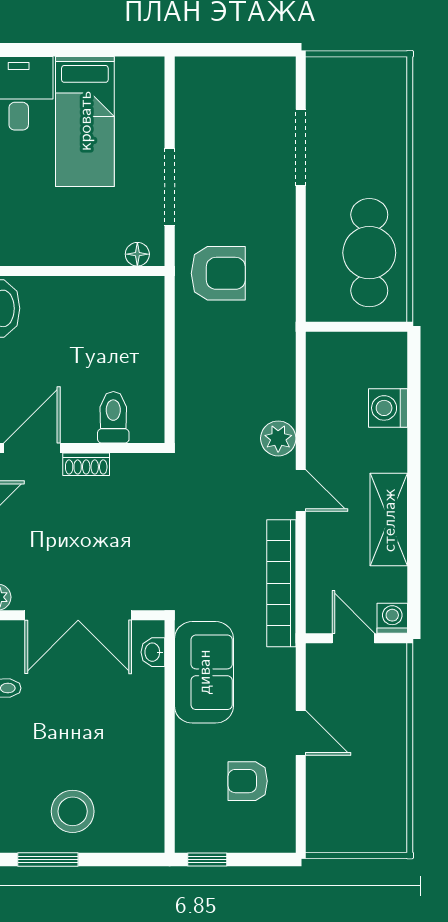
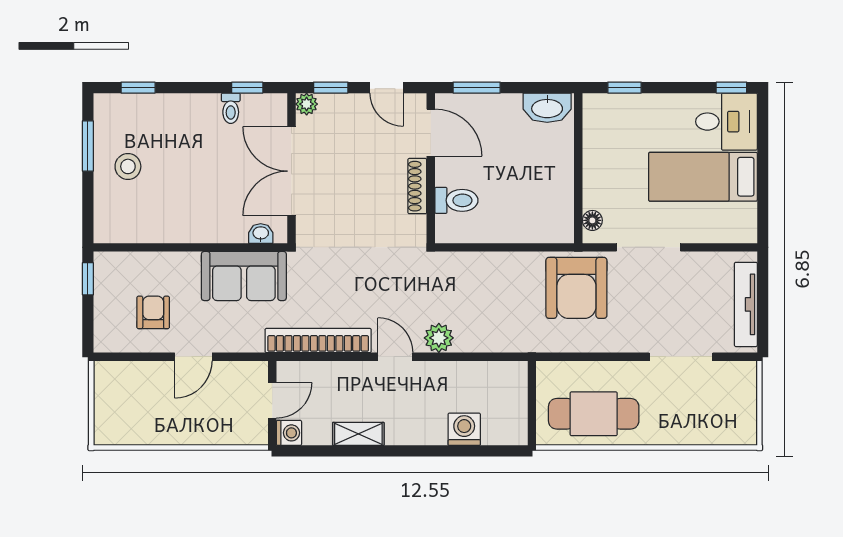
tv unit: (238, 70) -> (746, 304), added
armchair: (218, 273) -> (576, 288), width x1.36, depth x1.36
shoe rack: (86, 464) -> (417, 186), width x1.43
door: (301, 491) -> (395, 357), swing flipped
shelving: (389, 520) -> (358, 434), width x0.67, depth x0.75
stool: (73, 811) -> (128, 166), width x0.73, depth x0.73

